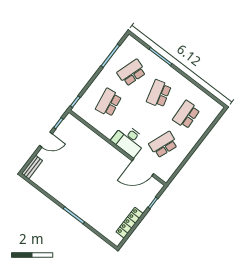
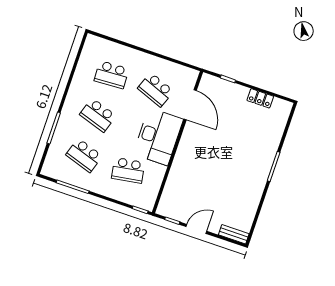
school desk: (159, 94) -> (98, 115), turned 33
door: (46, 140) -> (196, 229), hinge flipped
desk: (129, 140) -> (158, 137), width x1.36, depth x1.30
locker: (130, 223) -> (260, 98), width x0.66

